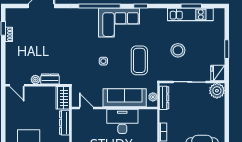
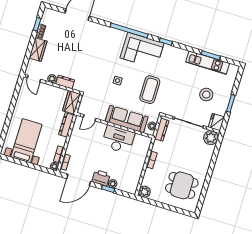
stool: (178, 50) -> (206, 95), moved
wardrobe: (12, 54) -> (38, 50), added
door: (86, 108) -> (90, 118), swing flipped

